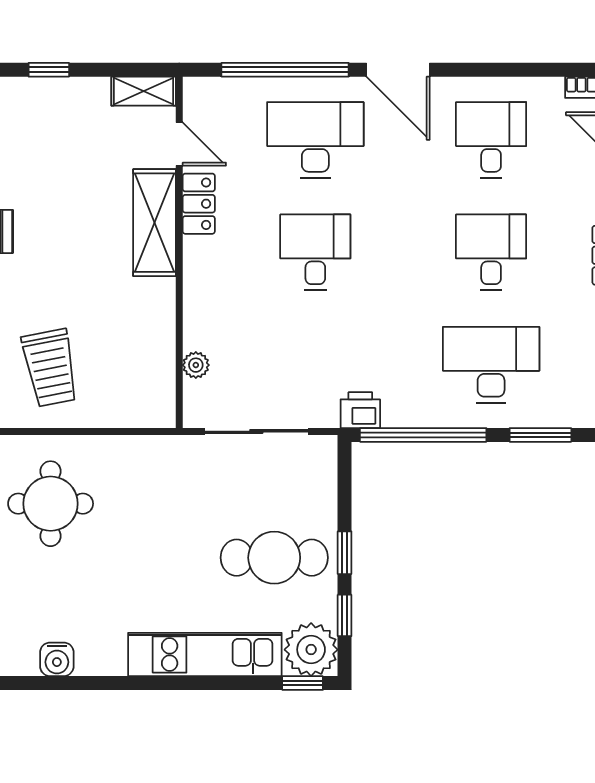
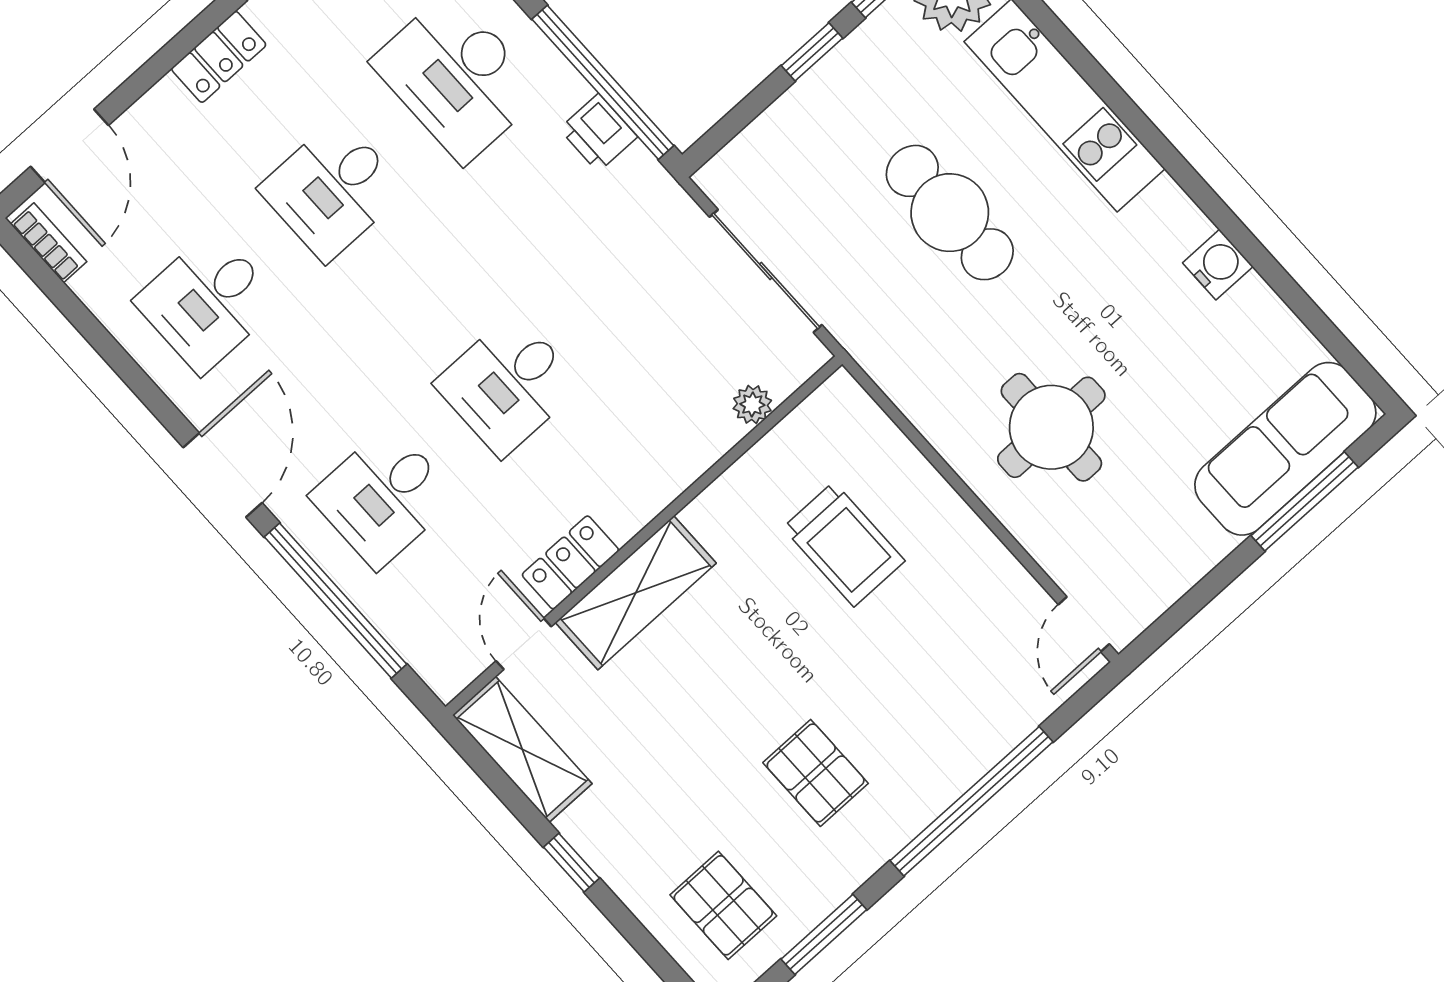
shelving: (144, 91) -> (522, 749), width x1.50, depth x1.33
desk: (315, 140) -> (383, 497), width x0.73
trolley: (50, 368) -> (844, 544), moved, turned 101
printer: (360, 410) -> (598, 133), moved
cafe table: (274, 558) -> (950, 213), moved

